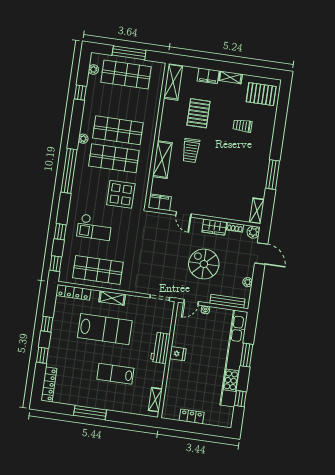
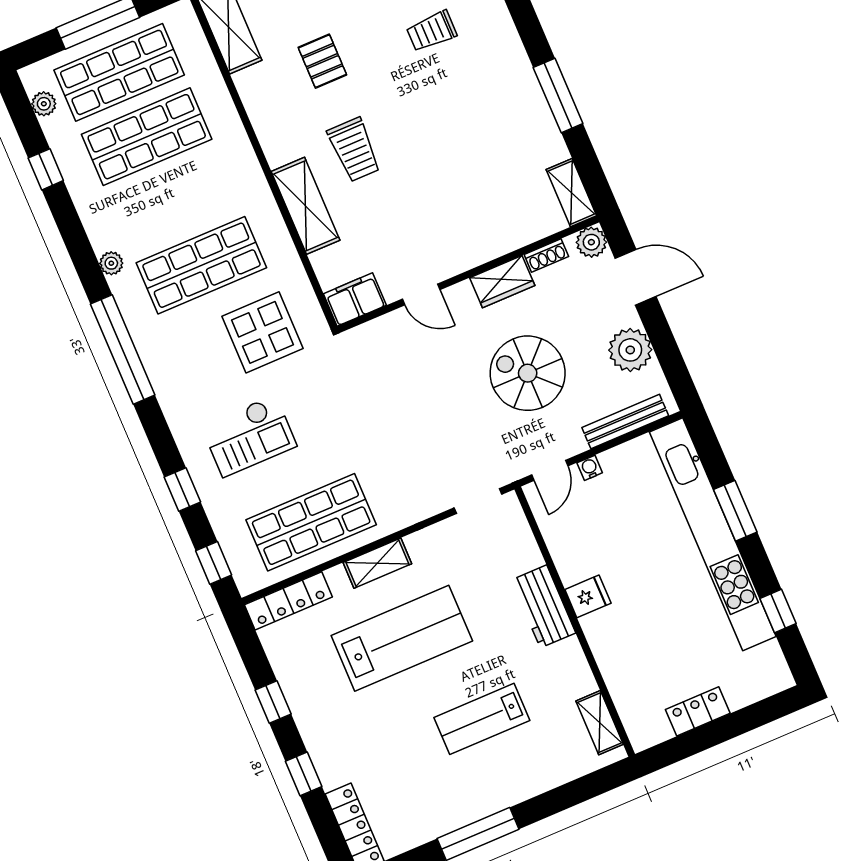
pallet: (198, 113) -> (322, 61), width x0.67, depth x0.71
shop shelf: (118, 130) -> (147, 137), moved
plant: (248, 282) -> (630, 350), width x1.88, depth x1.88

